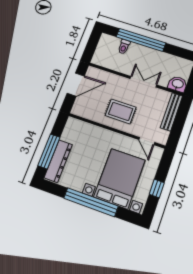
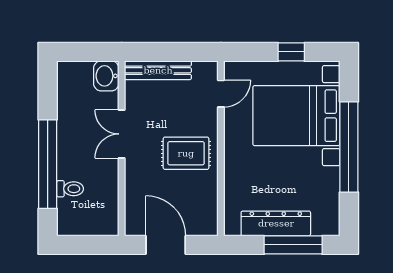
rug: (121, 111) -> (186, 153), turned 90
dresser: (58, 161) -> (276, 223), moved

